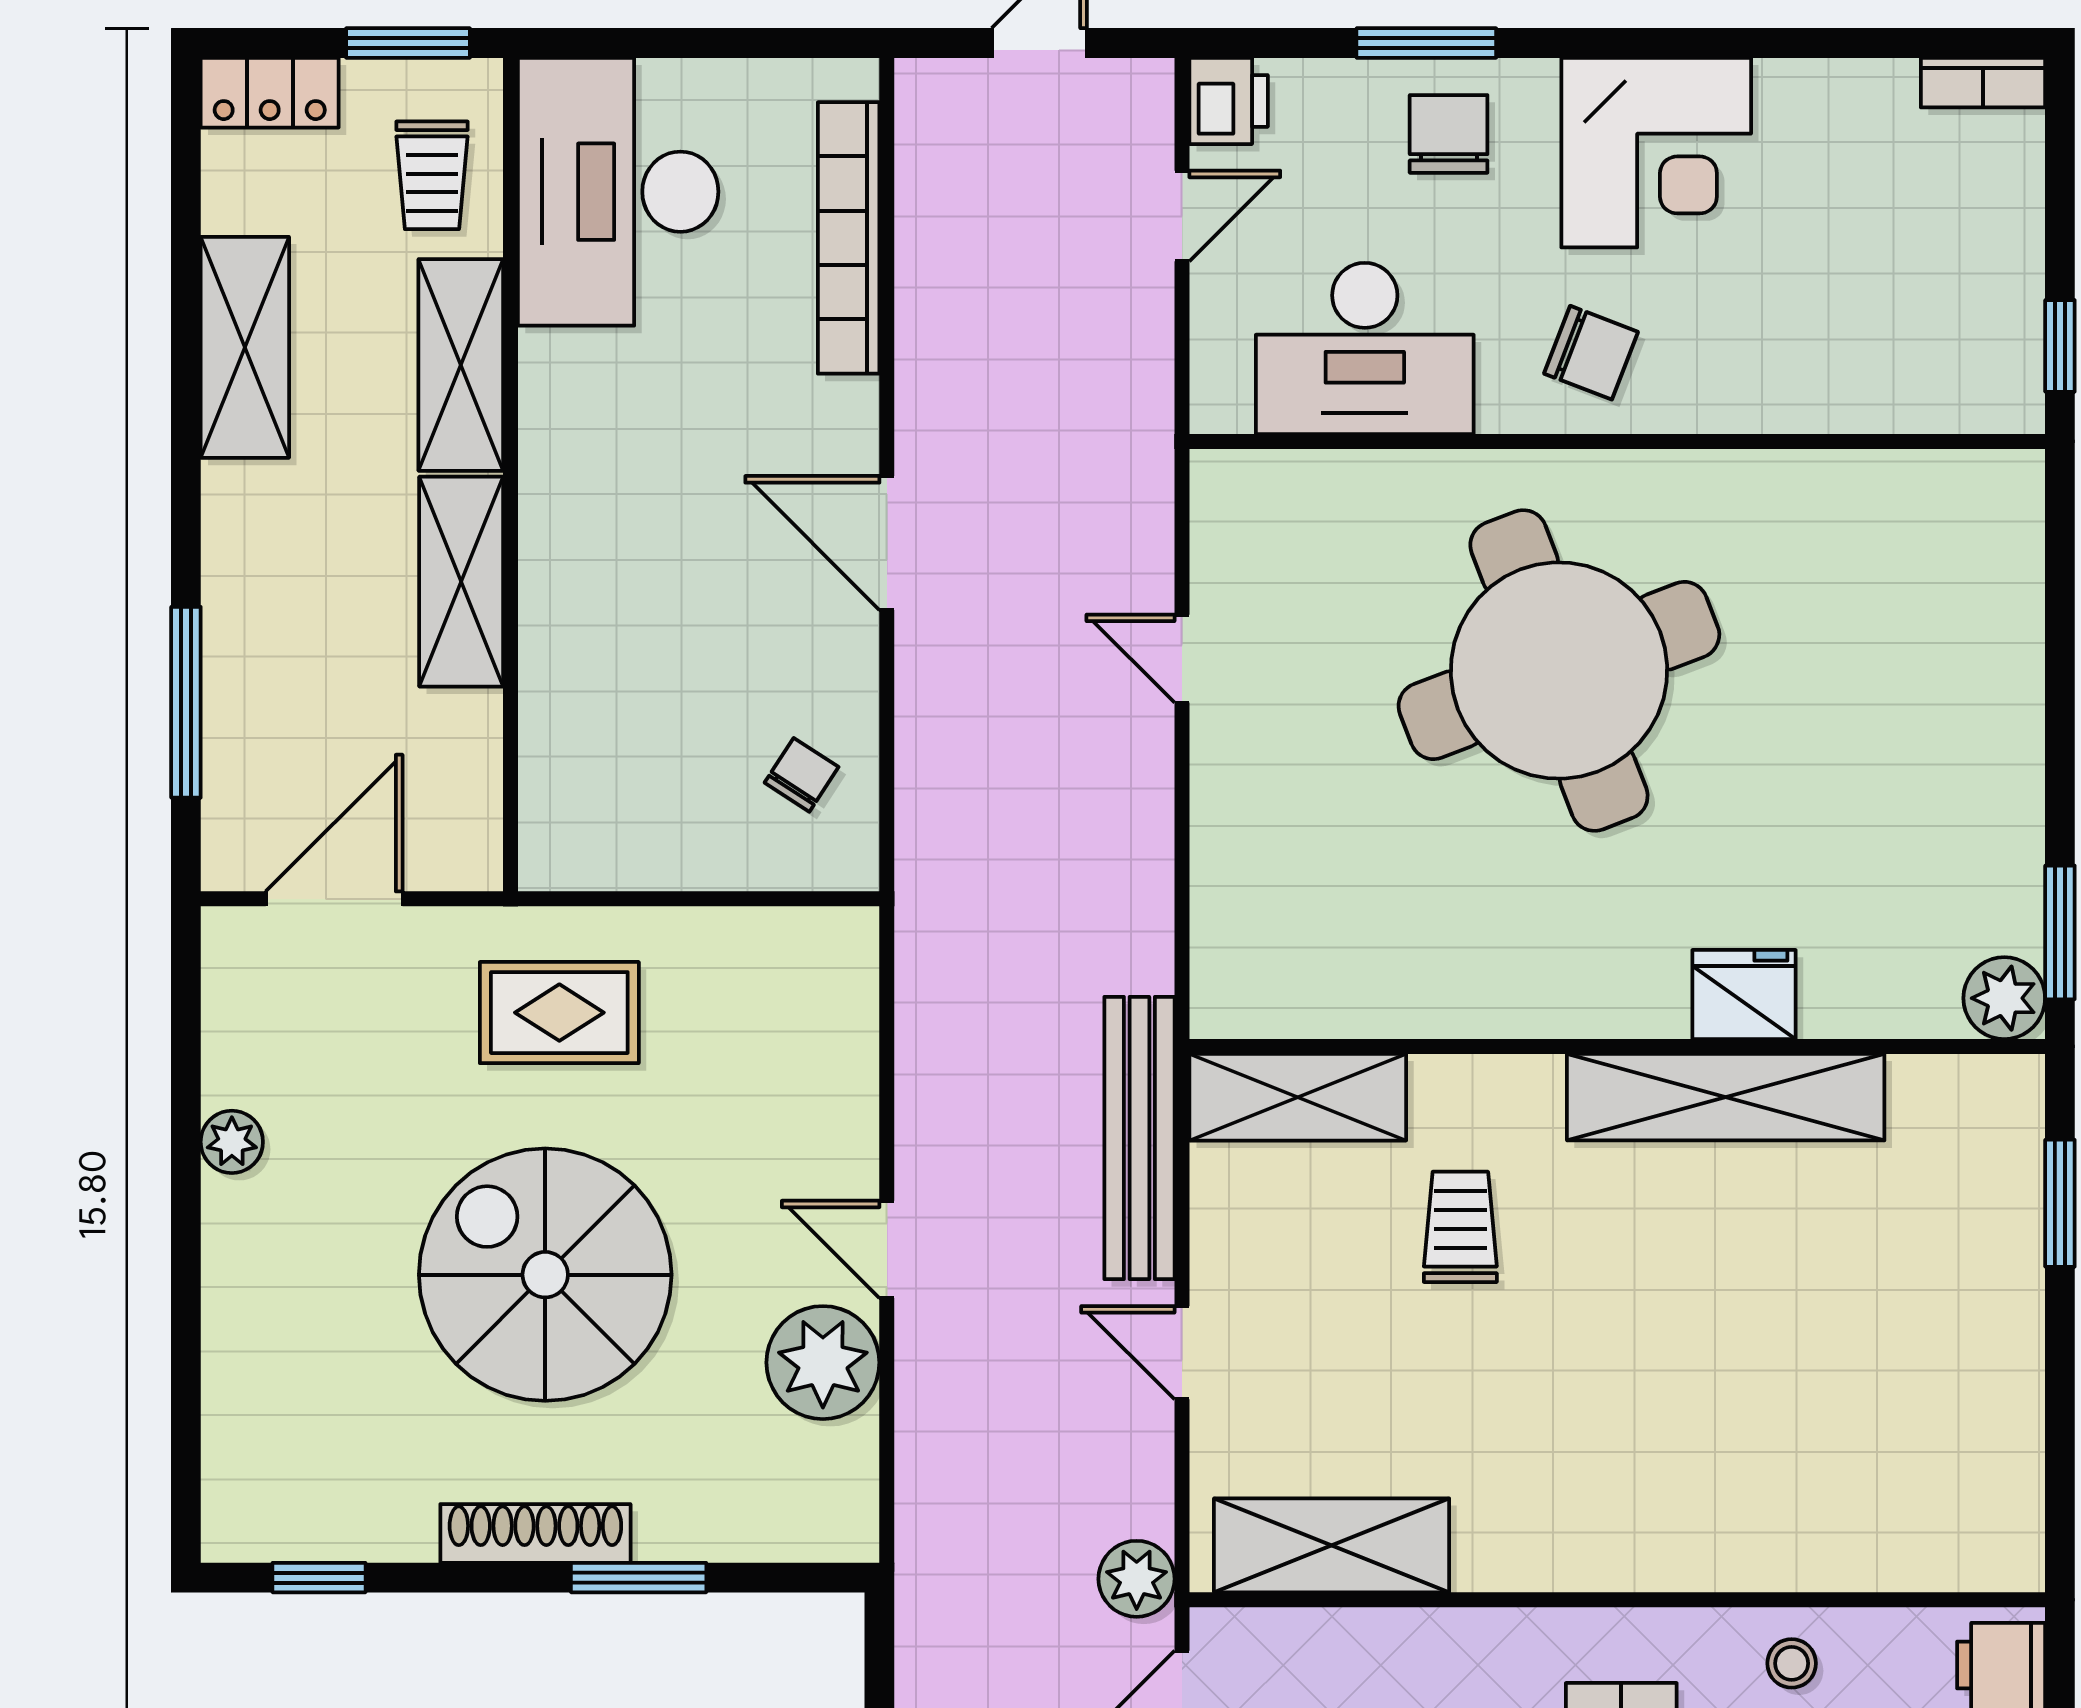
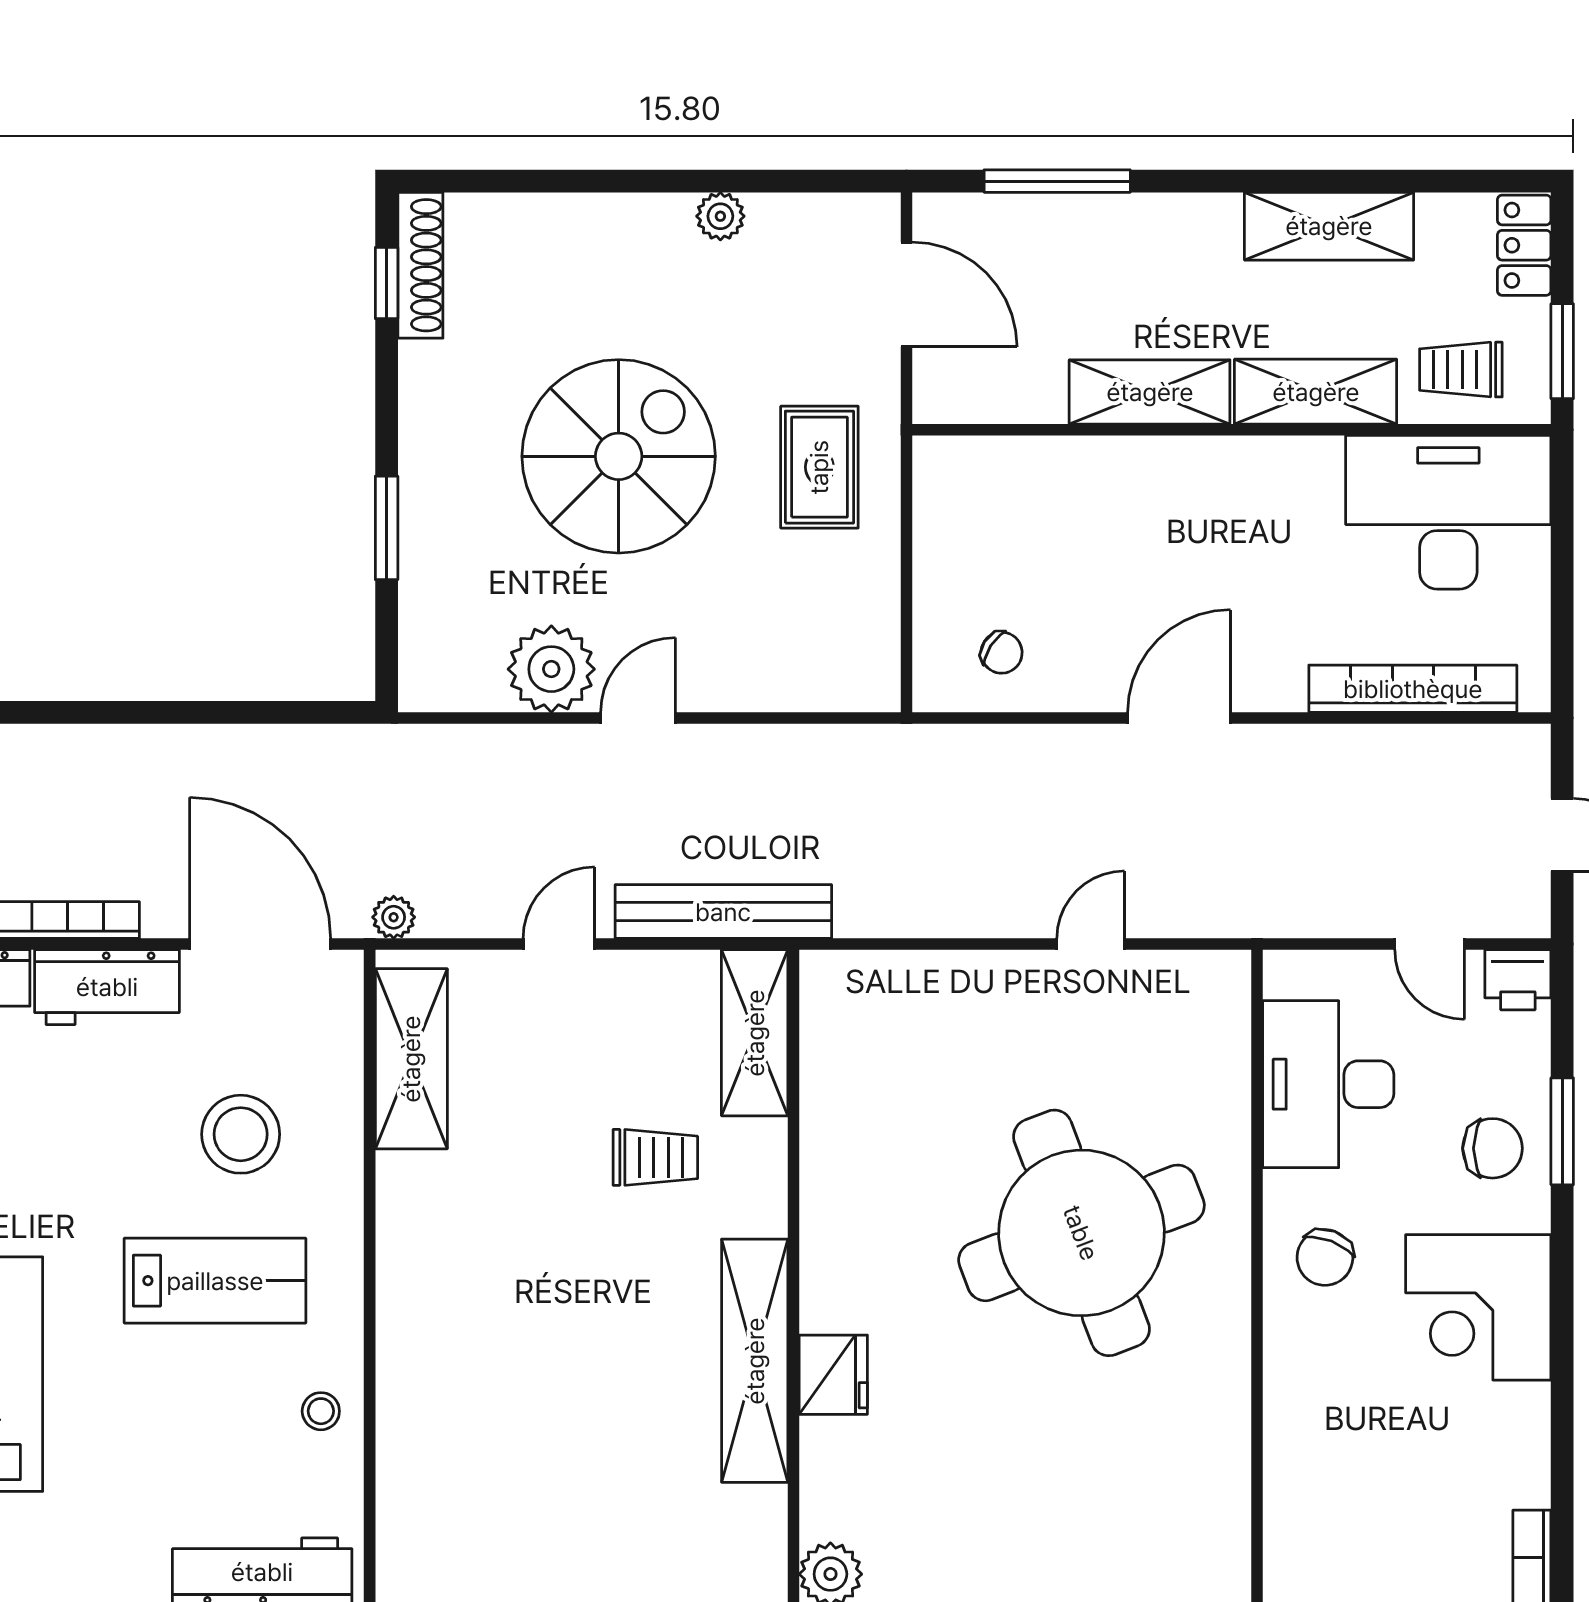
shoe rack: (535, 1533) -> (420, 265), moved
plant: (1137, 1579) -> (394, 917), width x0.73, depth x0.73

